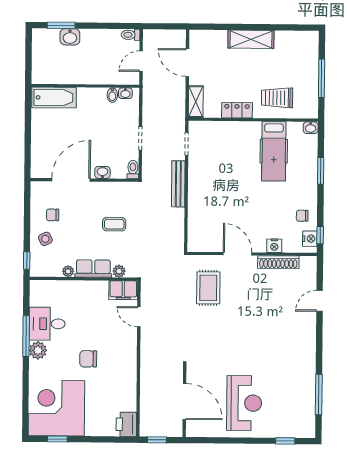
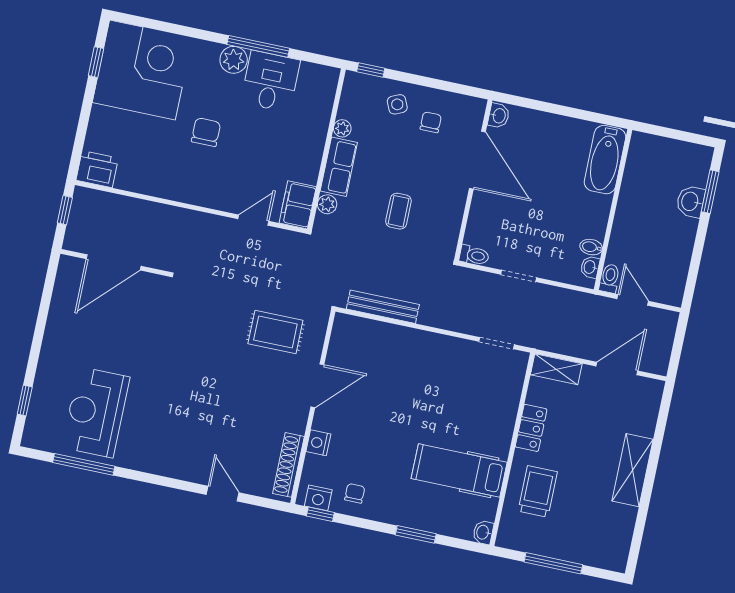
toilet: (131, 35) -> (610, 278), moved
washbasin: (102, 172) -> (499, 116), moved
bench: (178, 184) -> (383, 307), moved
shoe rack: (278, 262) -> (288, 465), moved
reception desk: (244, 403) -> (96, 412), moved, turned 90

